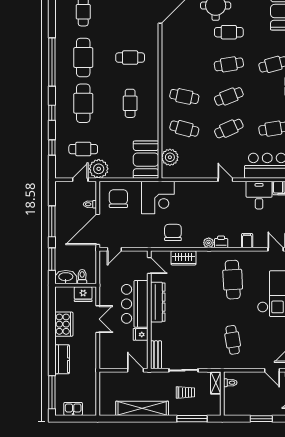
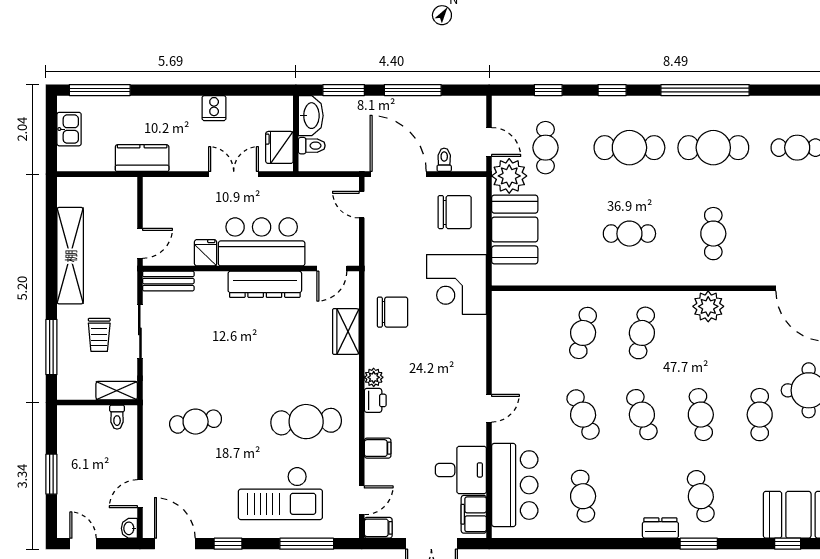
plant: (170, 157) -> (708, 306), moved
booth: (146, 160) -> (515, 230), moved, turned 90
double door: (98, 319) -> (234, 174), swing flipped
cooker: (64, 324) -> (214, 108), width x0.53, depth x0.76
kitchen counter: (62, 359) -> (142, 158), moved, turned 180

